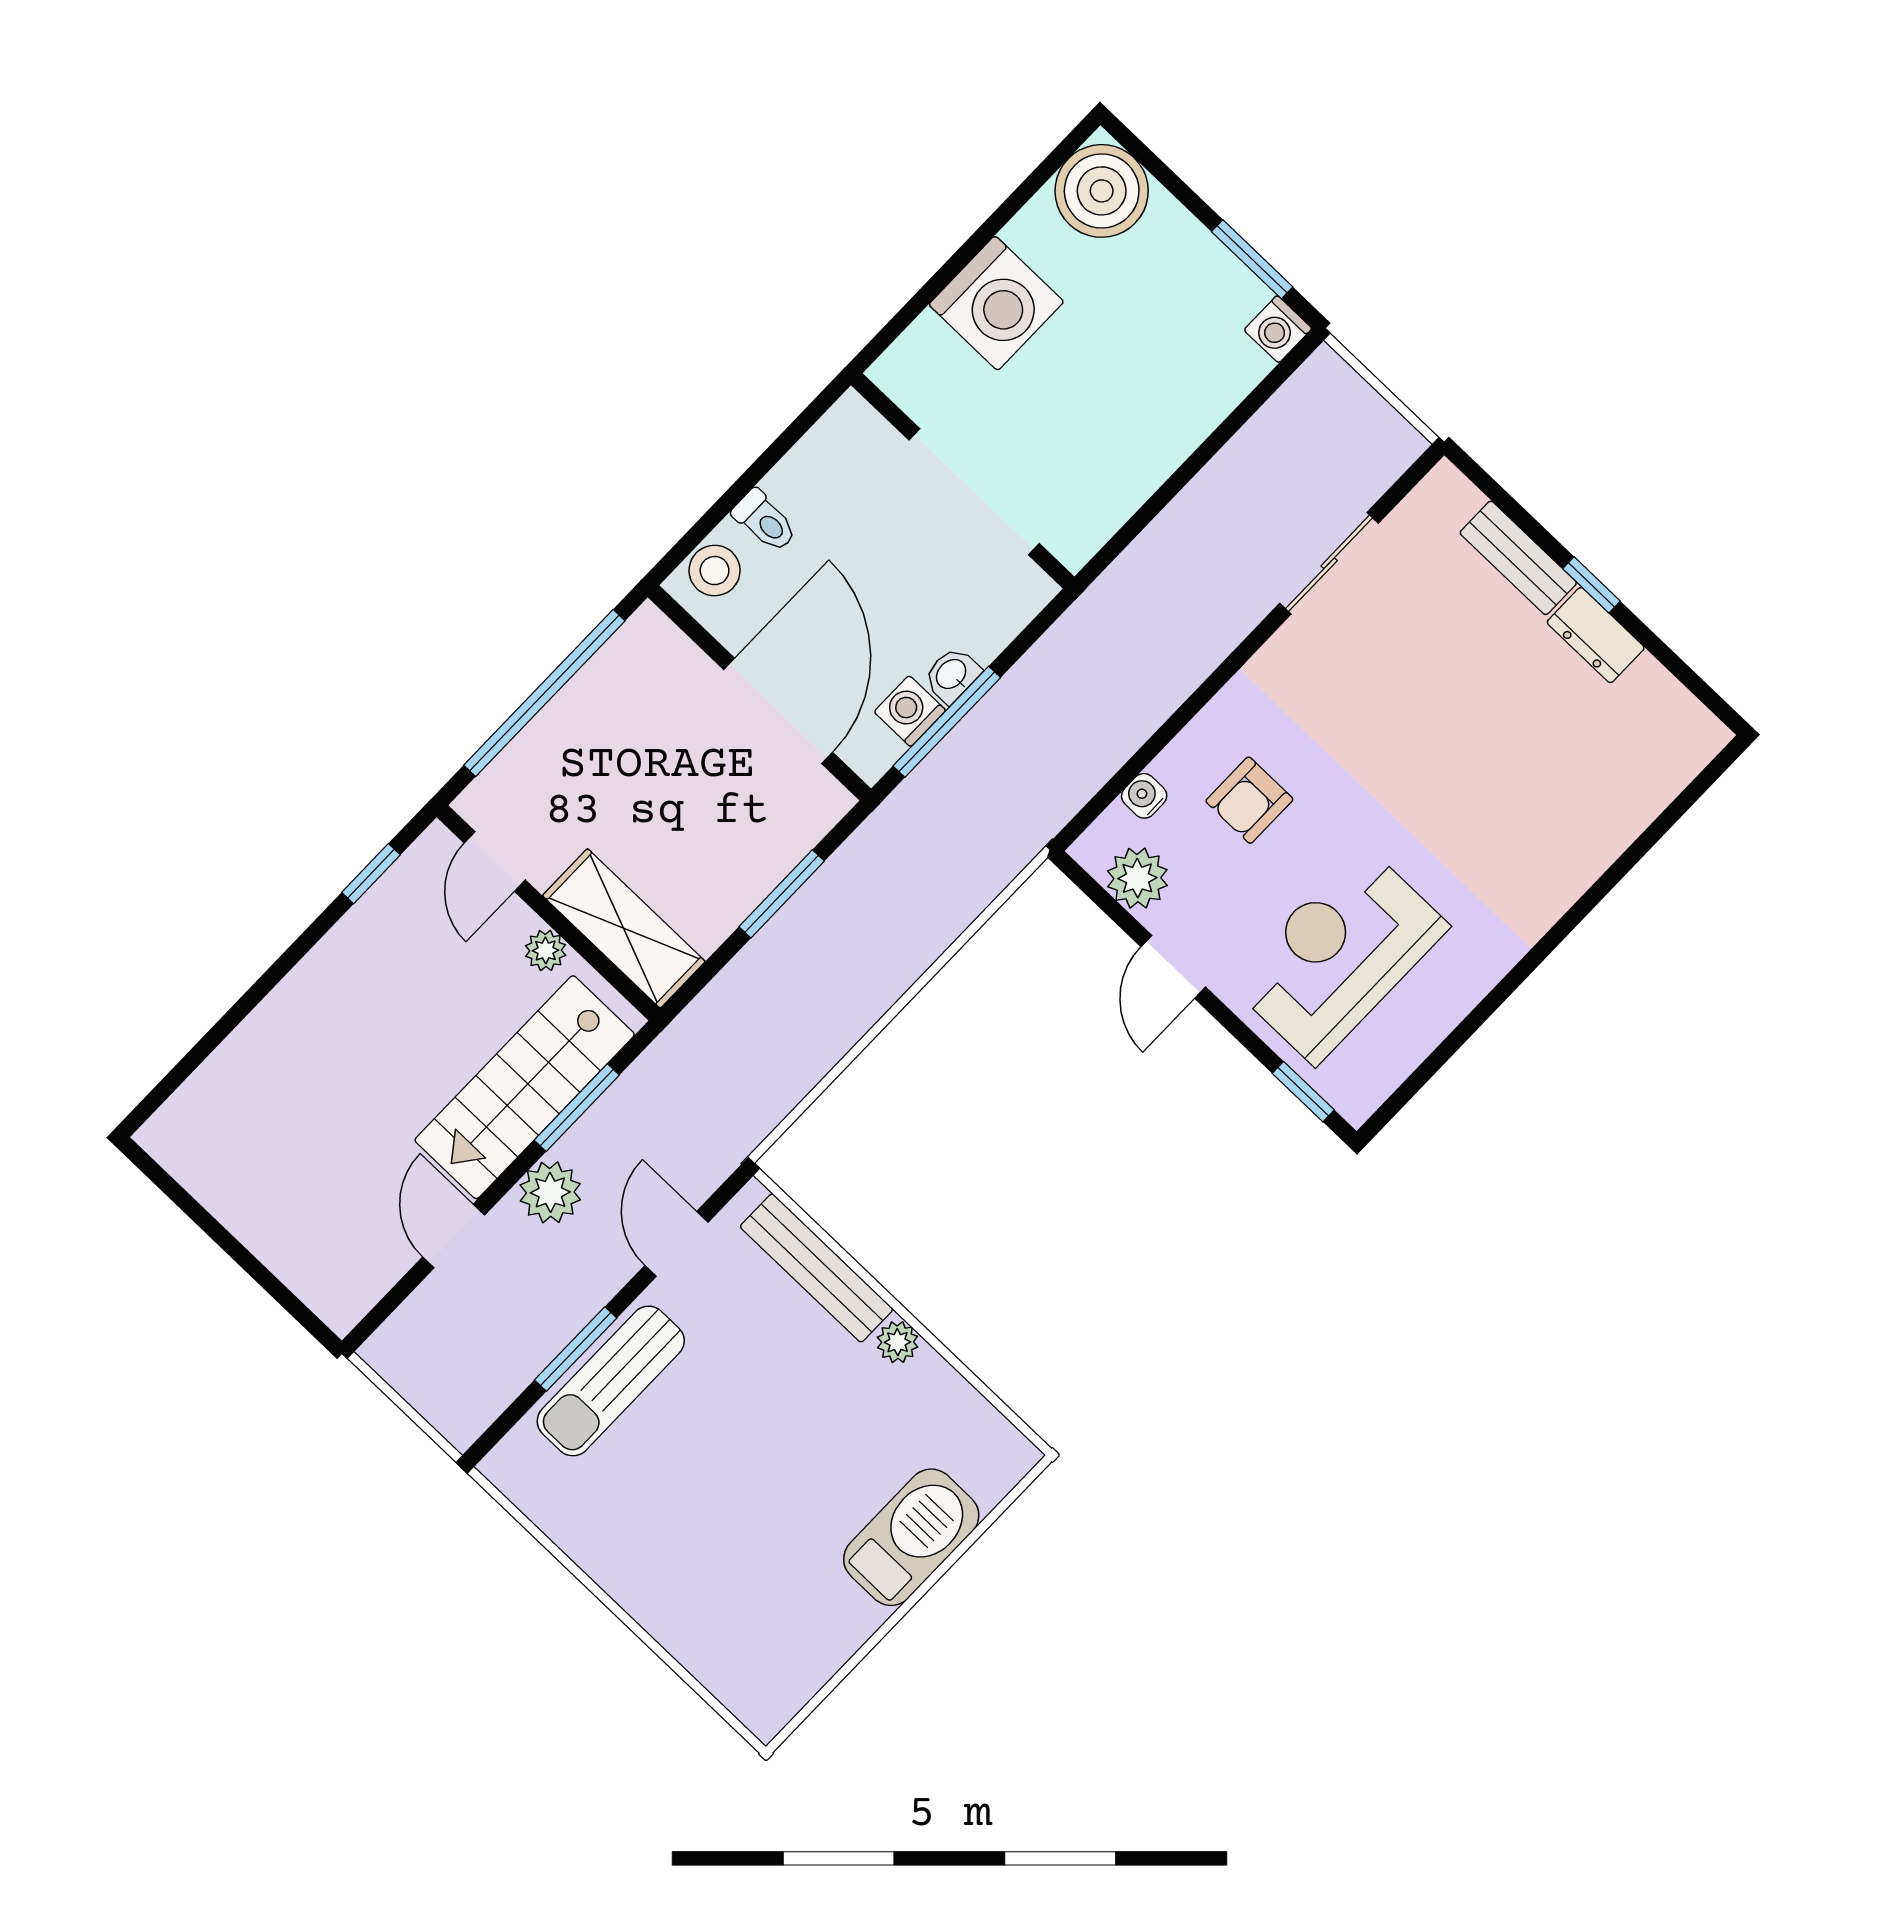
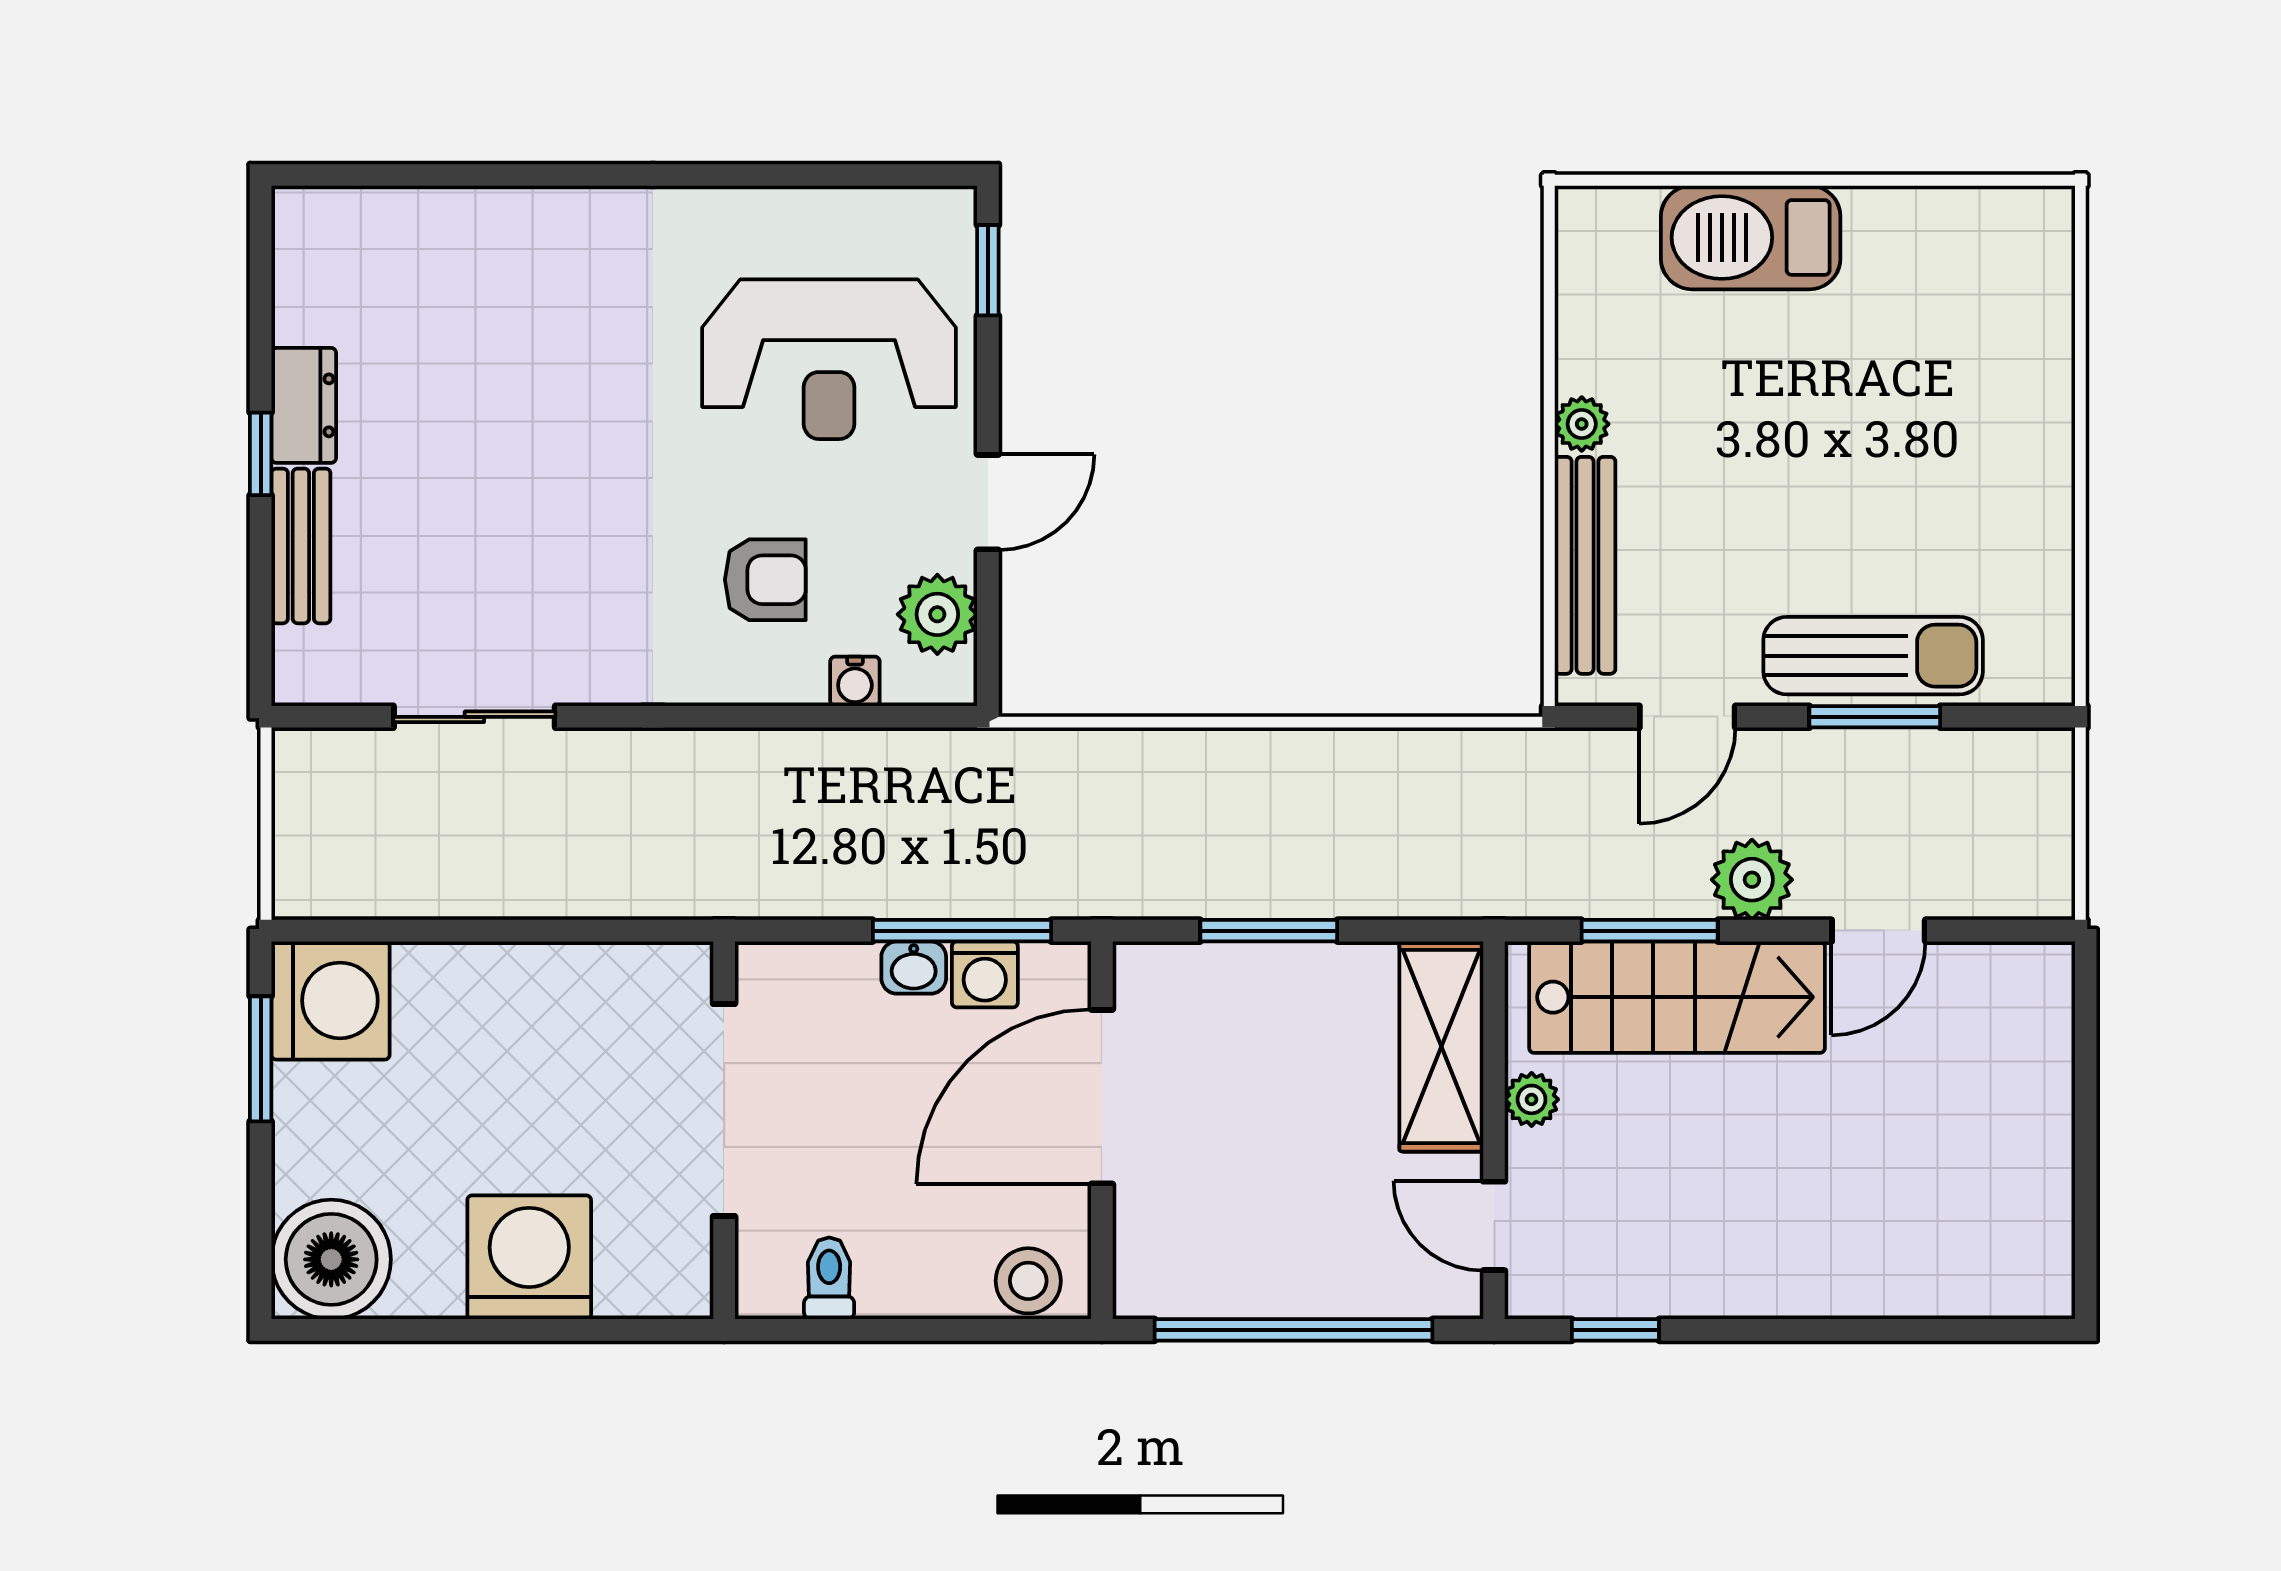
washing machine: (1278, 329) -> (330, 1000), width x1.89, depth x1.89
toilet: (765, 521) -> (829, 1278), moved
door: (495, 861) -> (1494, 1226), swing flipped

